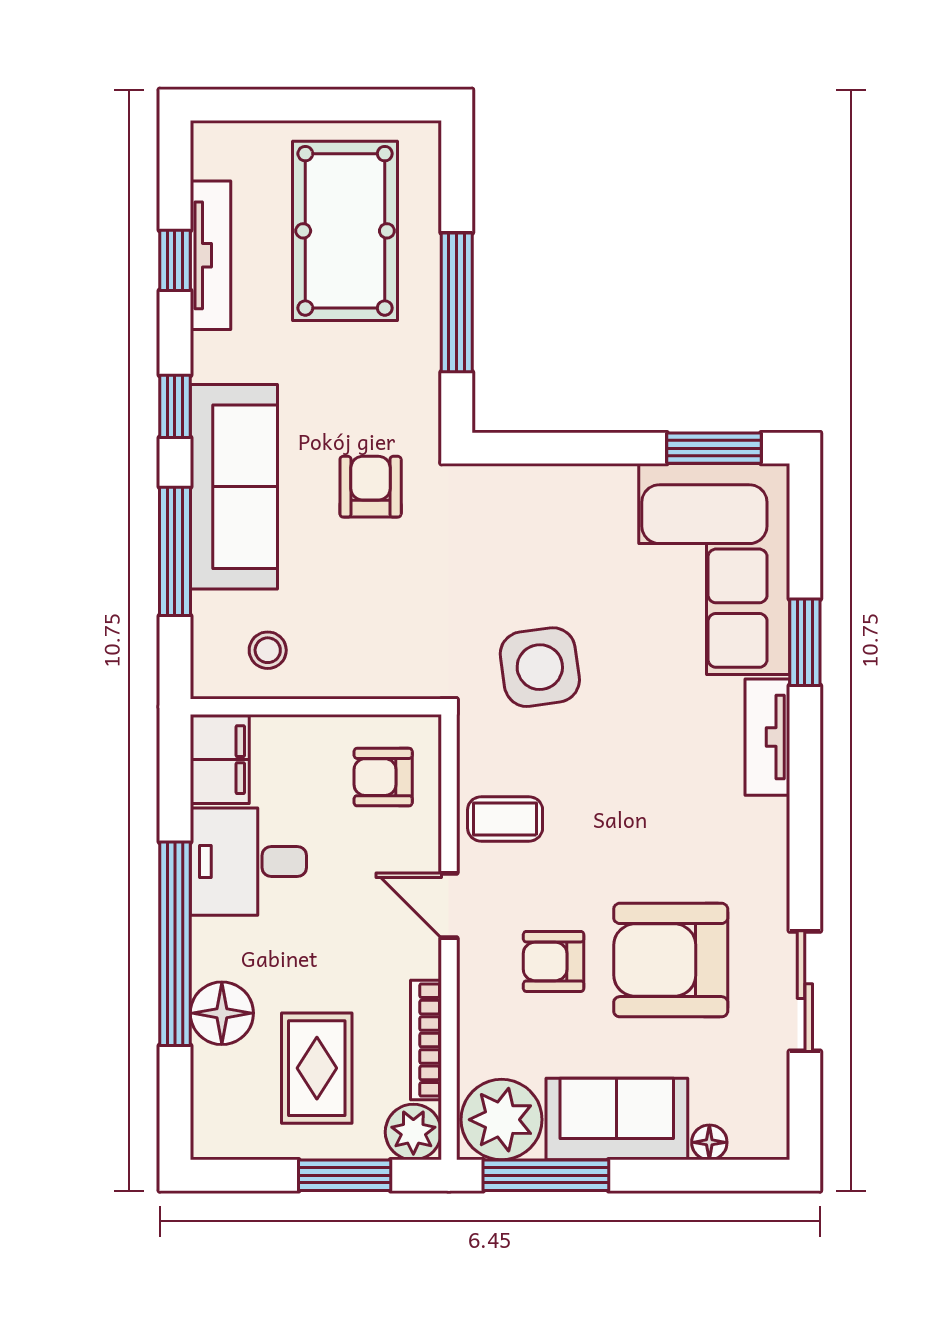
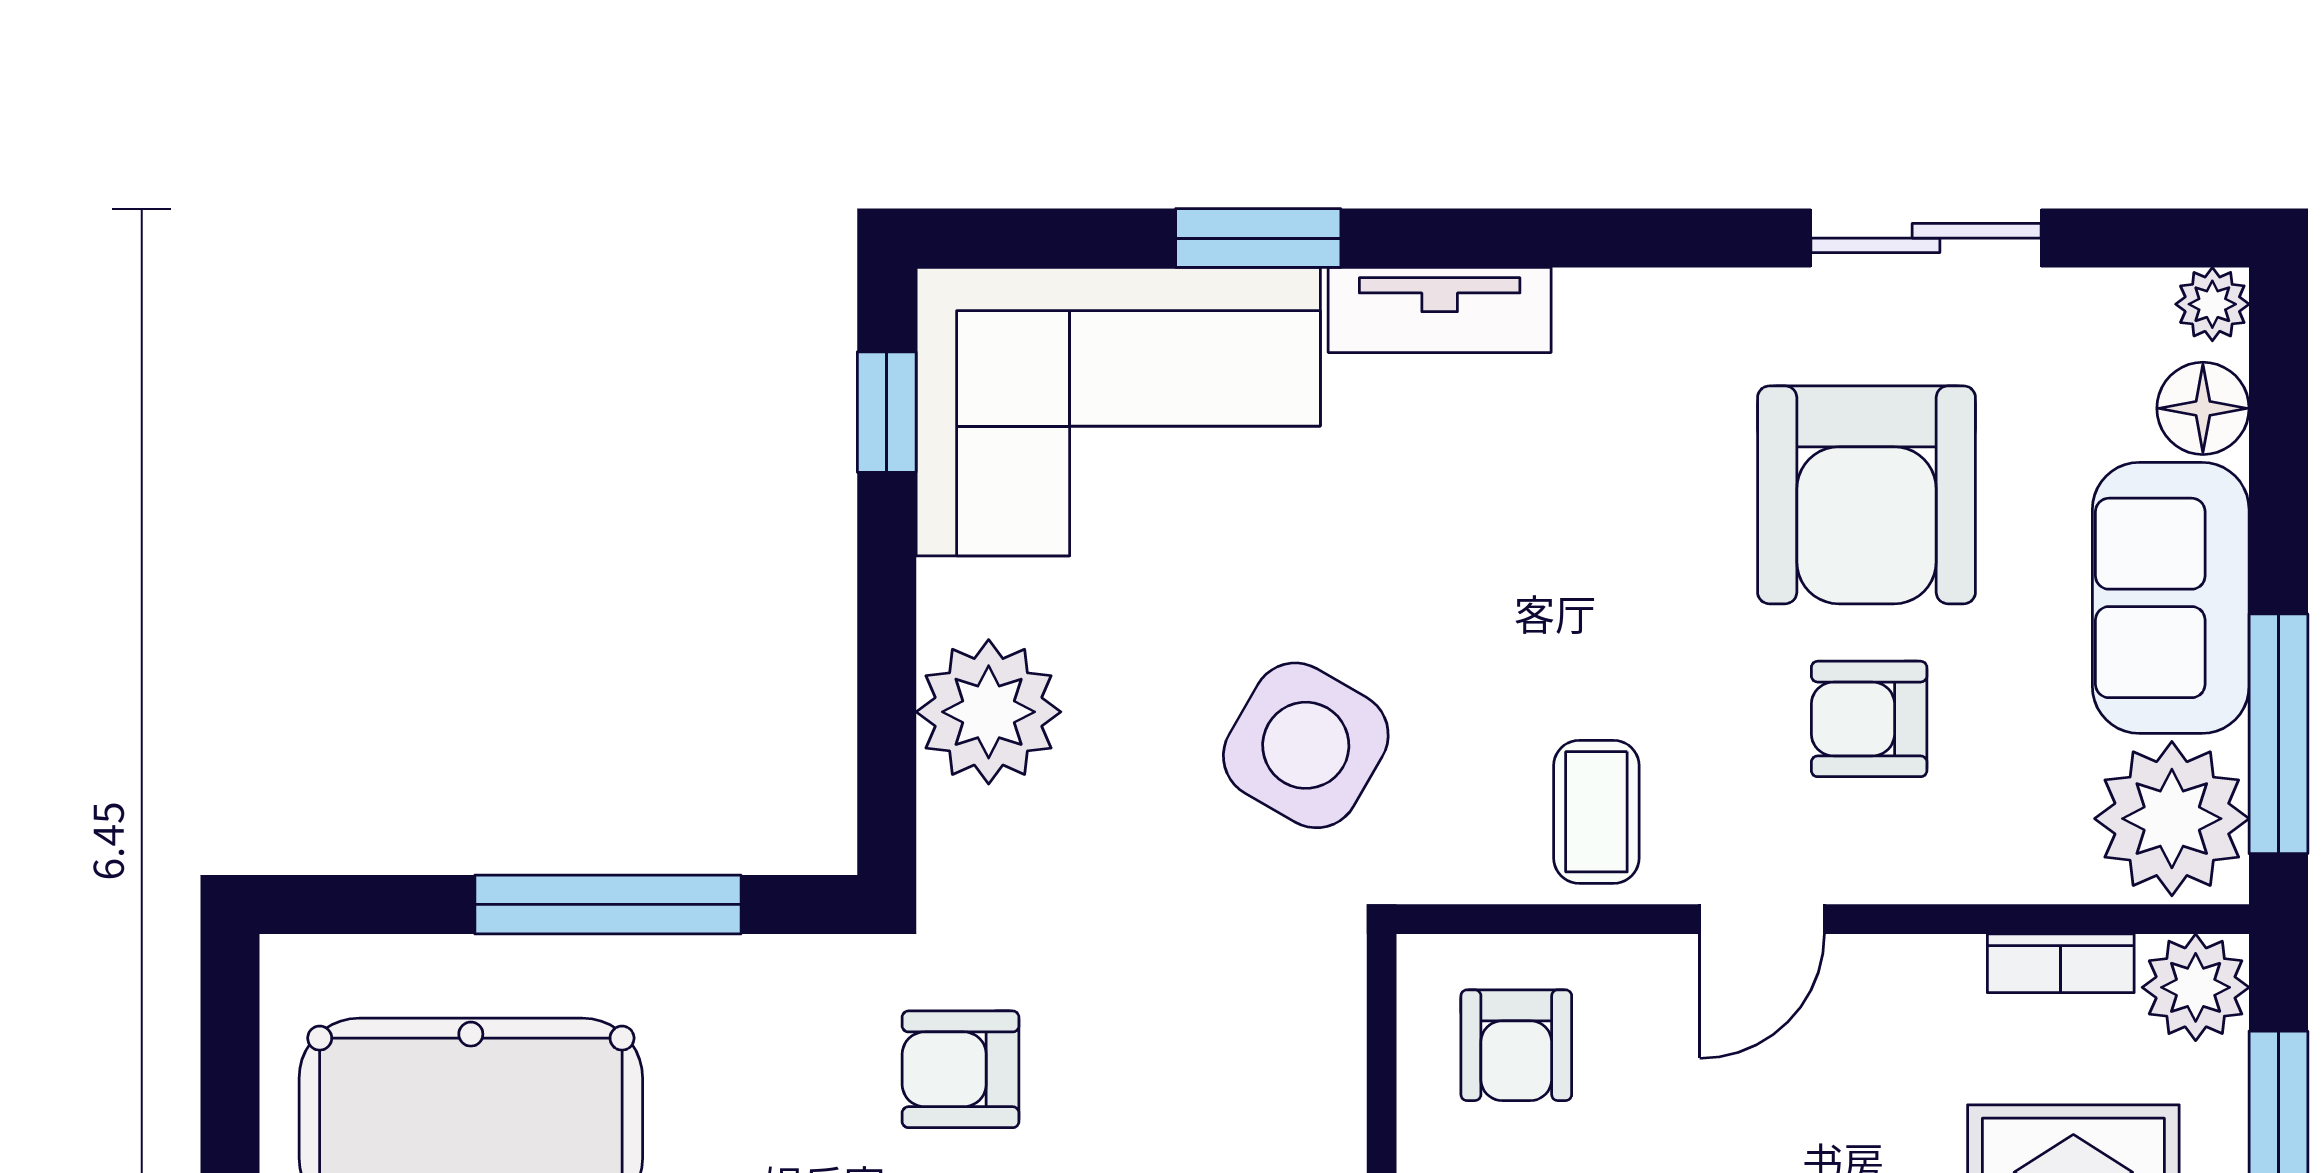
window: (714, 448) -> (887, 412), width x0.67
plant: (557, 501) -> (989, 712), added
side table: (540, 667) -> (1306, 745), turned 38
armchair: (554, 961) -> (1869, 719), turned 90
bookcase: (426, 1040) -> (2061, 963), width x0.64
plant: (770, 1141) -> (2212, 304), added
floor lamp: (709, 1142) -> (2203, 408), width x1.37, depth x1.37

